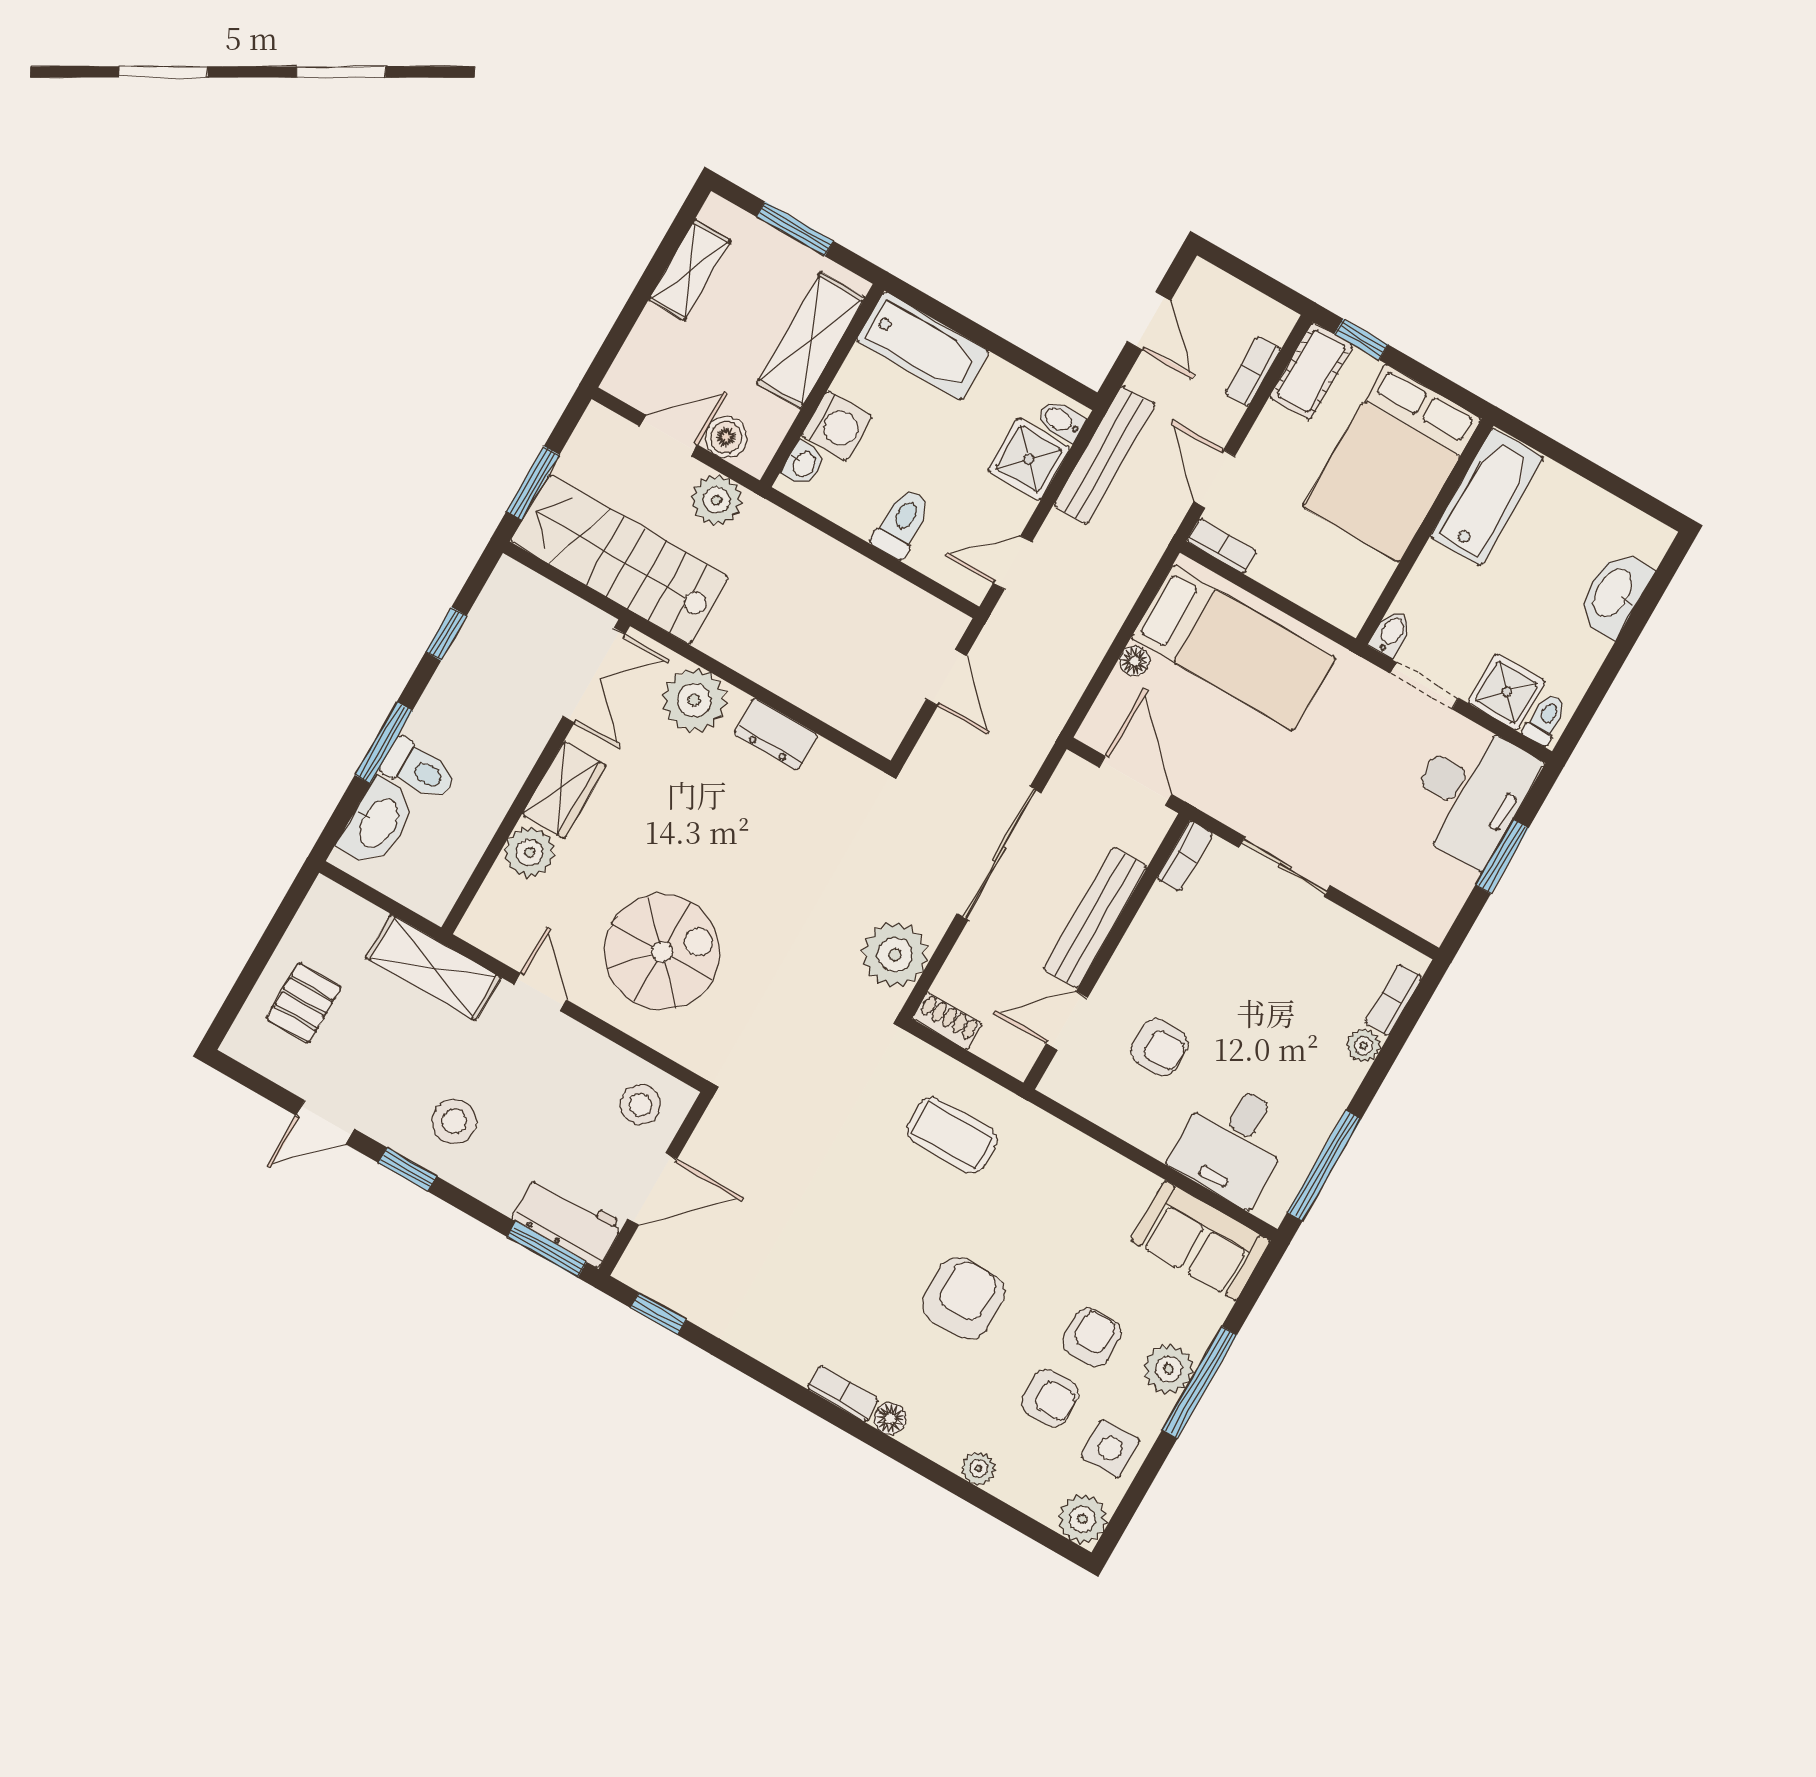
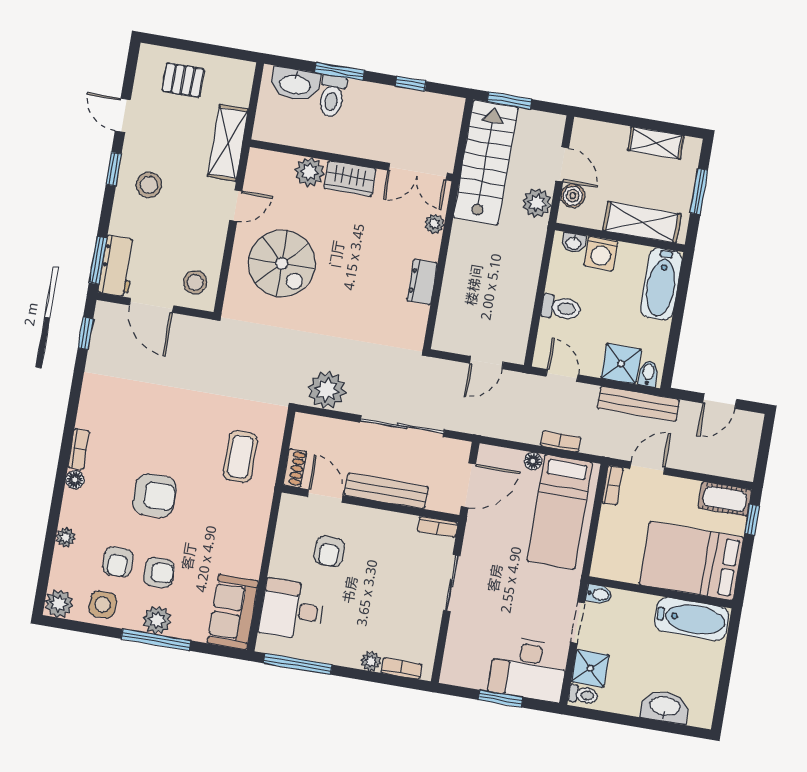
bookcase: (1253, 371) -> (561, 441), moved
plant: (694, 700) -> (434, 224), width x0.53, depth x0.53
shoe rack: (947, 1021) -> (295, 468), moved

